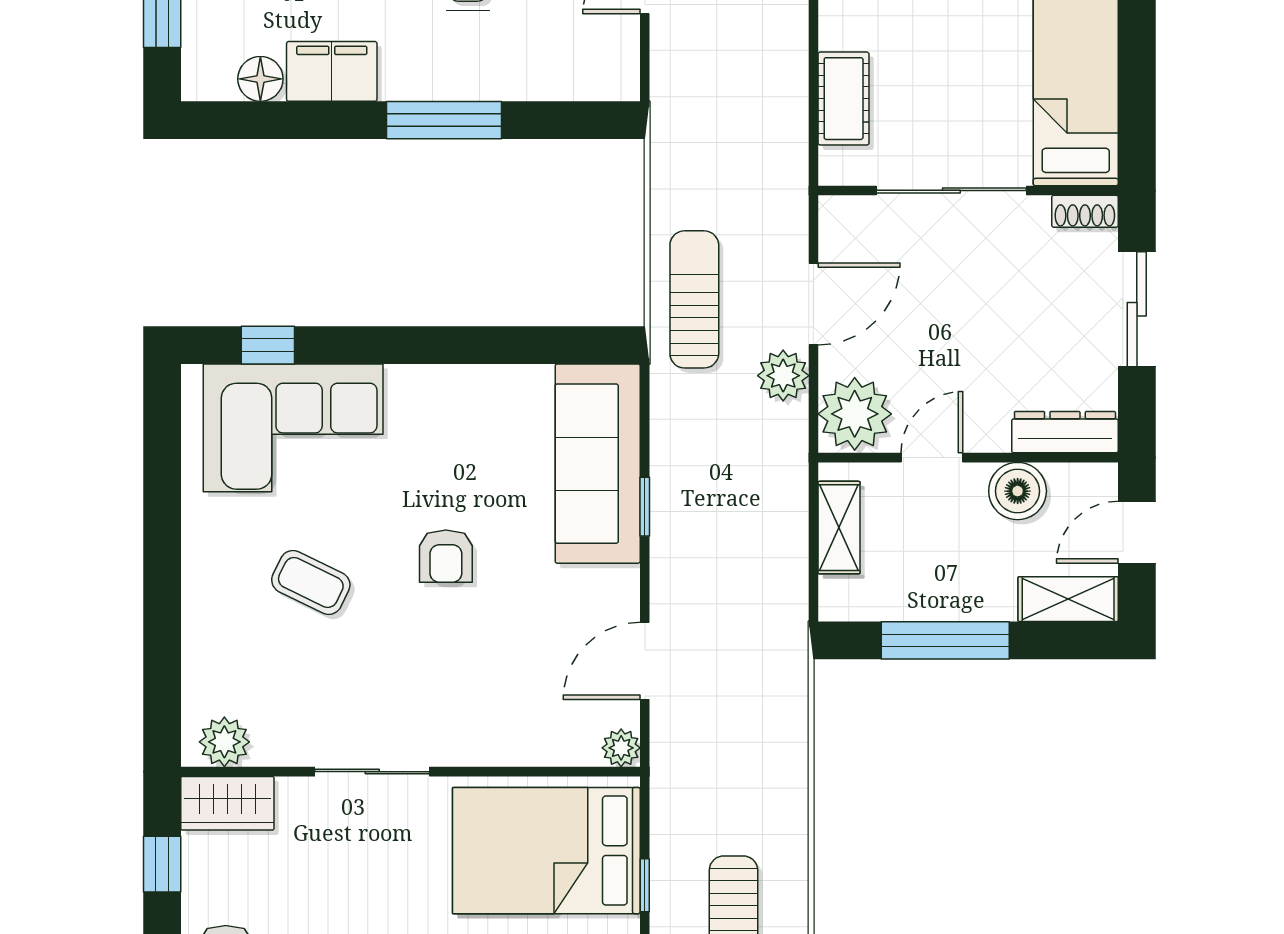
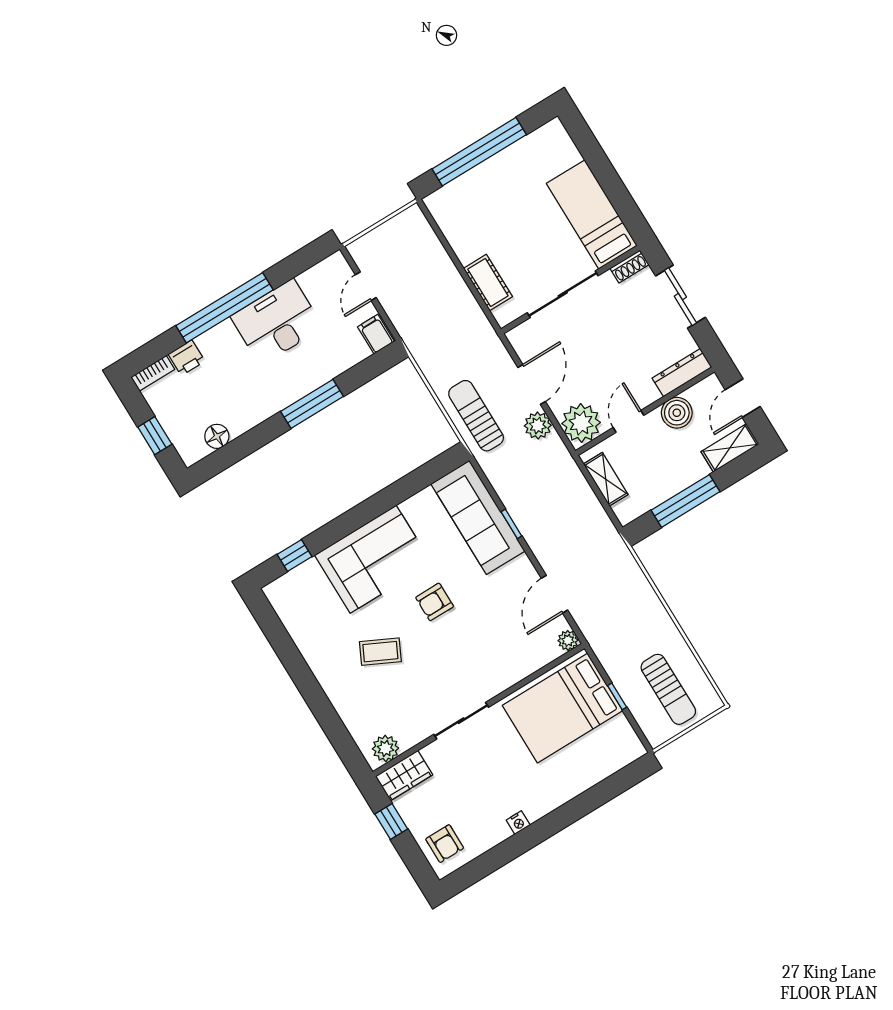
filing cabinet: (332, 71) -> (376, 334), moved, width x0.50
corner sofa: (293, 428) -> (373, 559), moved
armchair: (446, 556) -> (435, 602), turned 90

